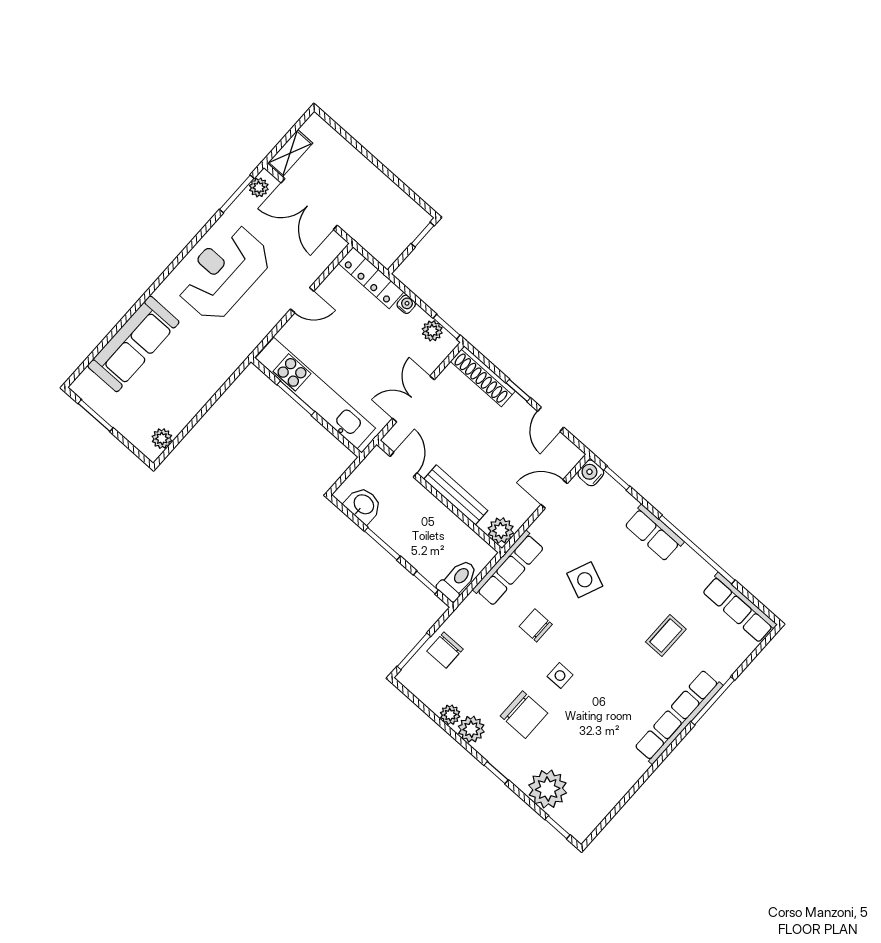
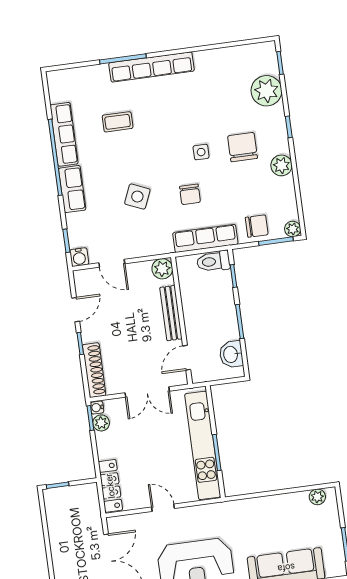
water cooler: (406, 304) -> (97, 408), moved
row of seats: (509, 568) -> (205, 238), moved
row of seats: (739, 608) -> (64, 134), moved
plant: (450, 715) -> (293, 229), moved

